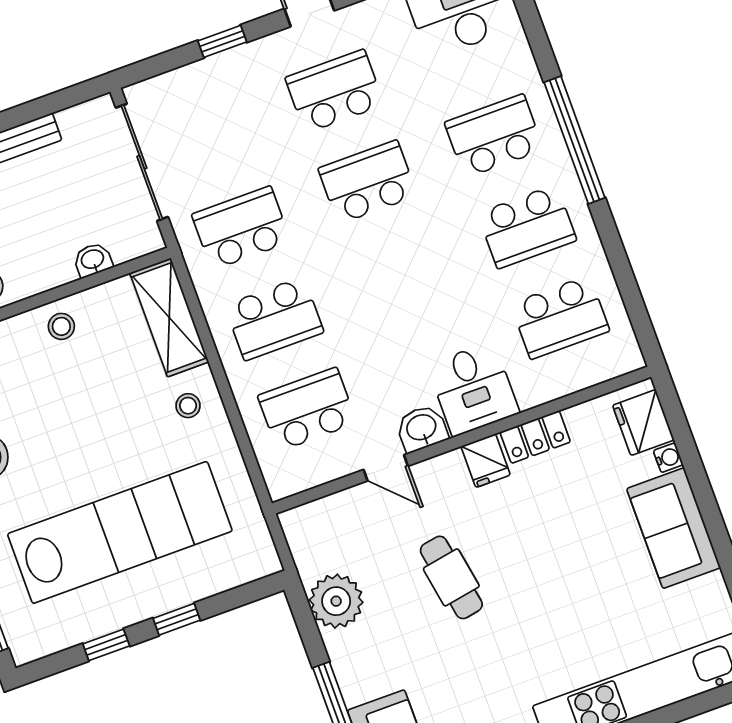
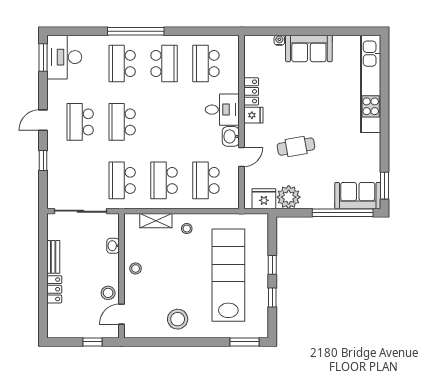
school desk: (560, 317) -> (206, 63), turned 180
shelving: (169, 318) -> (156, 221), width x0.67, depth x0.75
school desk: (274, 319) -> (164, 180), turned 180
fridge: (643, 423) -> (264, 199), moved, turned 180

